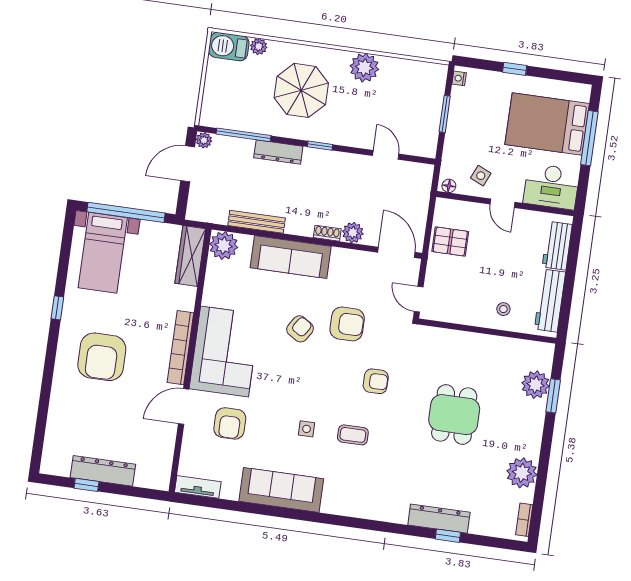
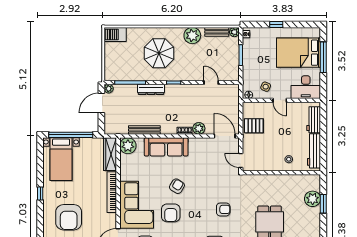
plant: (259, 46) -> (234, 32), moved
bench: (408, 67) -> (217, 32), added
armchair: (347, 324) -> (171, 213), moved, turned 90
bookcase: (180, 348) -> (112, 192), moved

